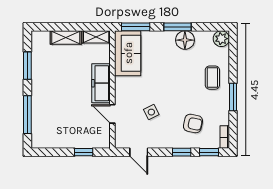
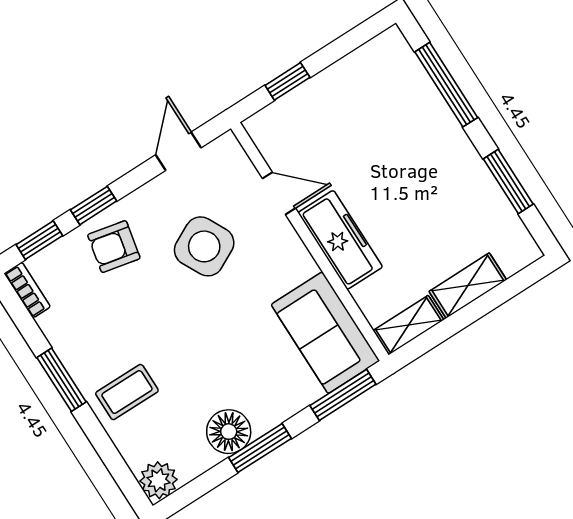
coffee table: (212, 78) -> (127, 392), turned 90
side table: (151, 112) -> (204, 246), width x1.87, depth x1.87
armchair: (193, 123) -> (114, 247), moved
door: (139, 152) -> (178, 151), hinge flipped

